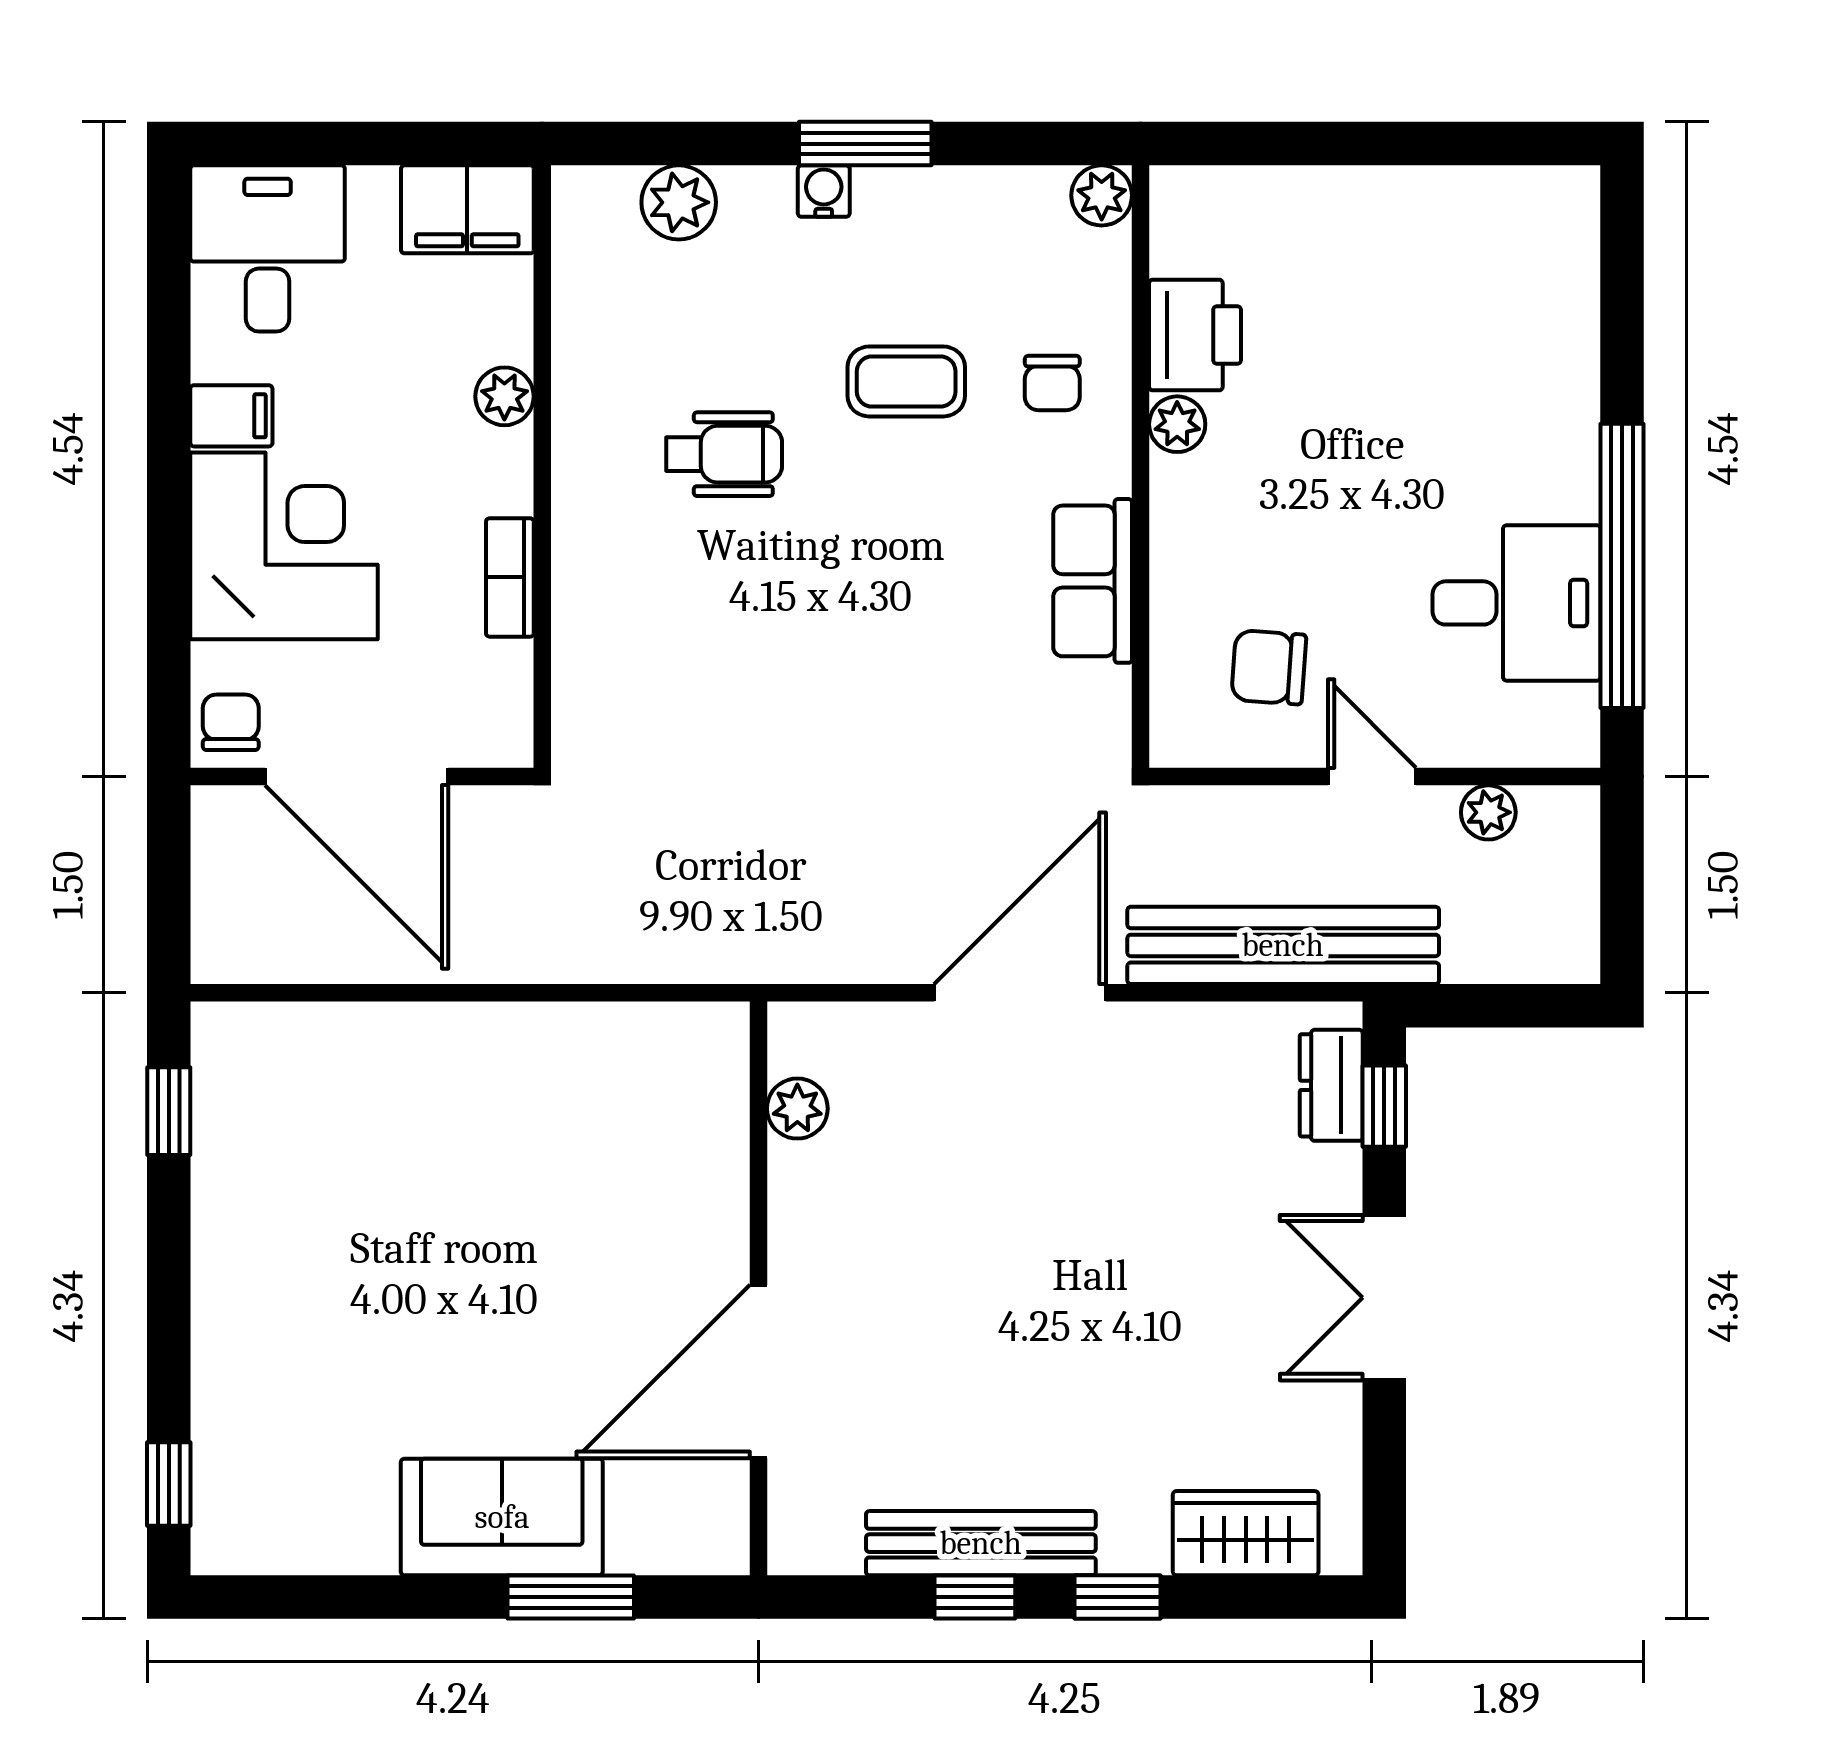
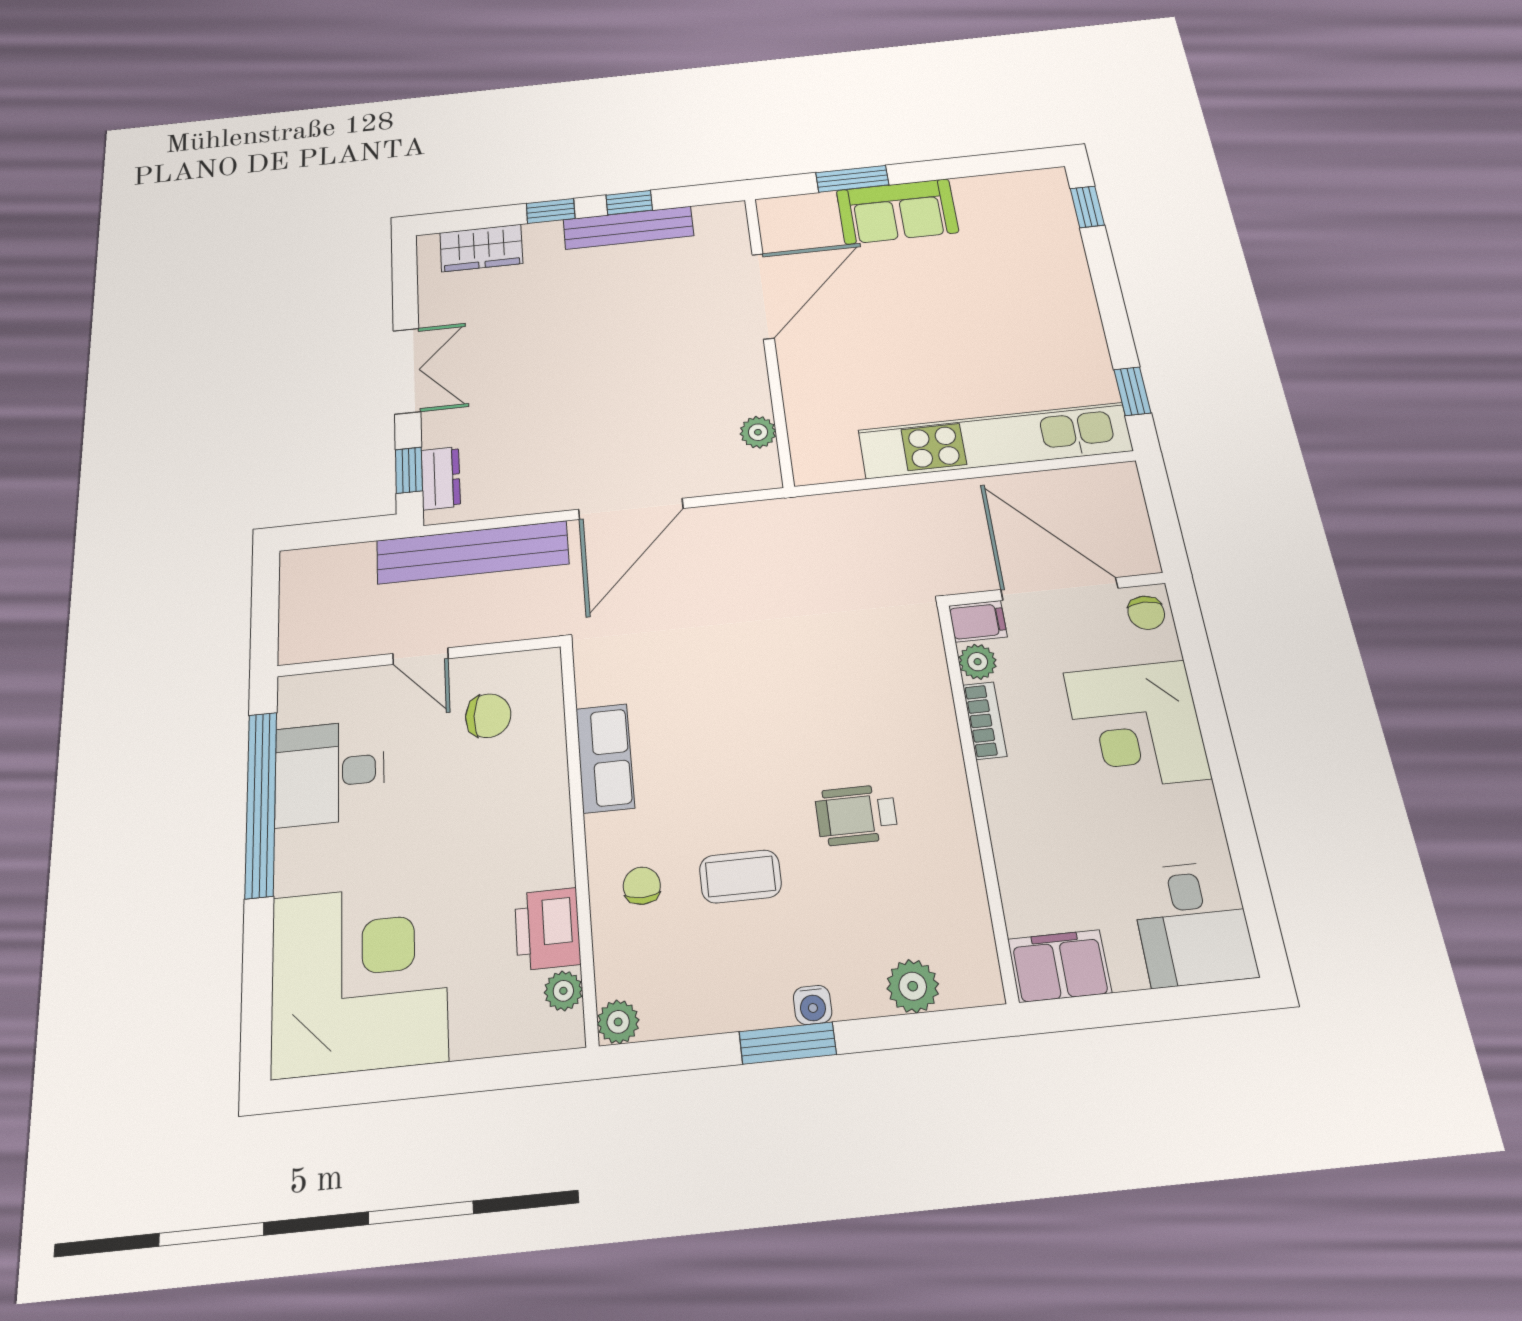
corner desk: (1473, 293) -> (359, 978), added
plant: (504, 396) -> (978, 662), moved
filing cabinet: (231, 416) -> (978, 621), moved, turned 180
plant: (1177, 424) -> (563, 991), moved
plant: (1488, 812) -> (348, 642), removed
kitchen unit: (411, 1047) -> (995, 441), added

